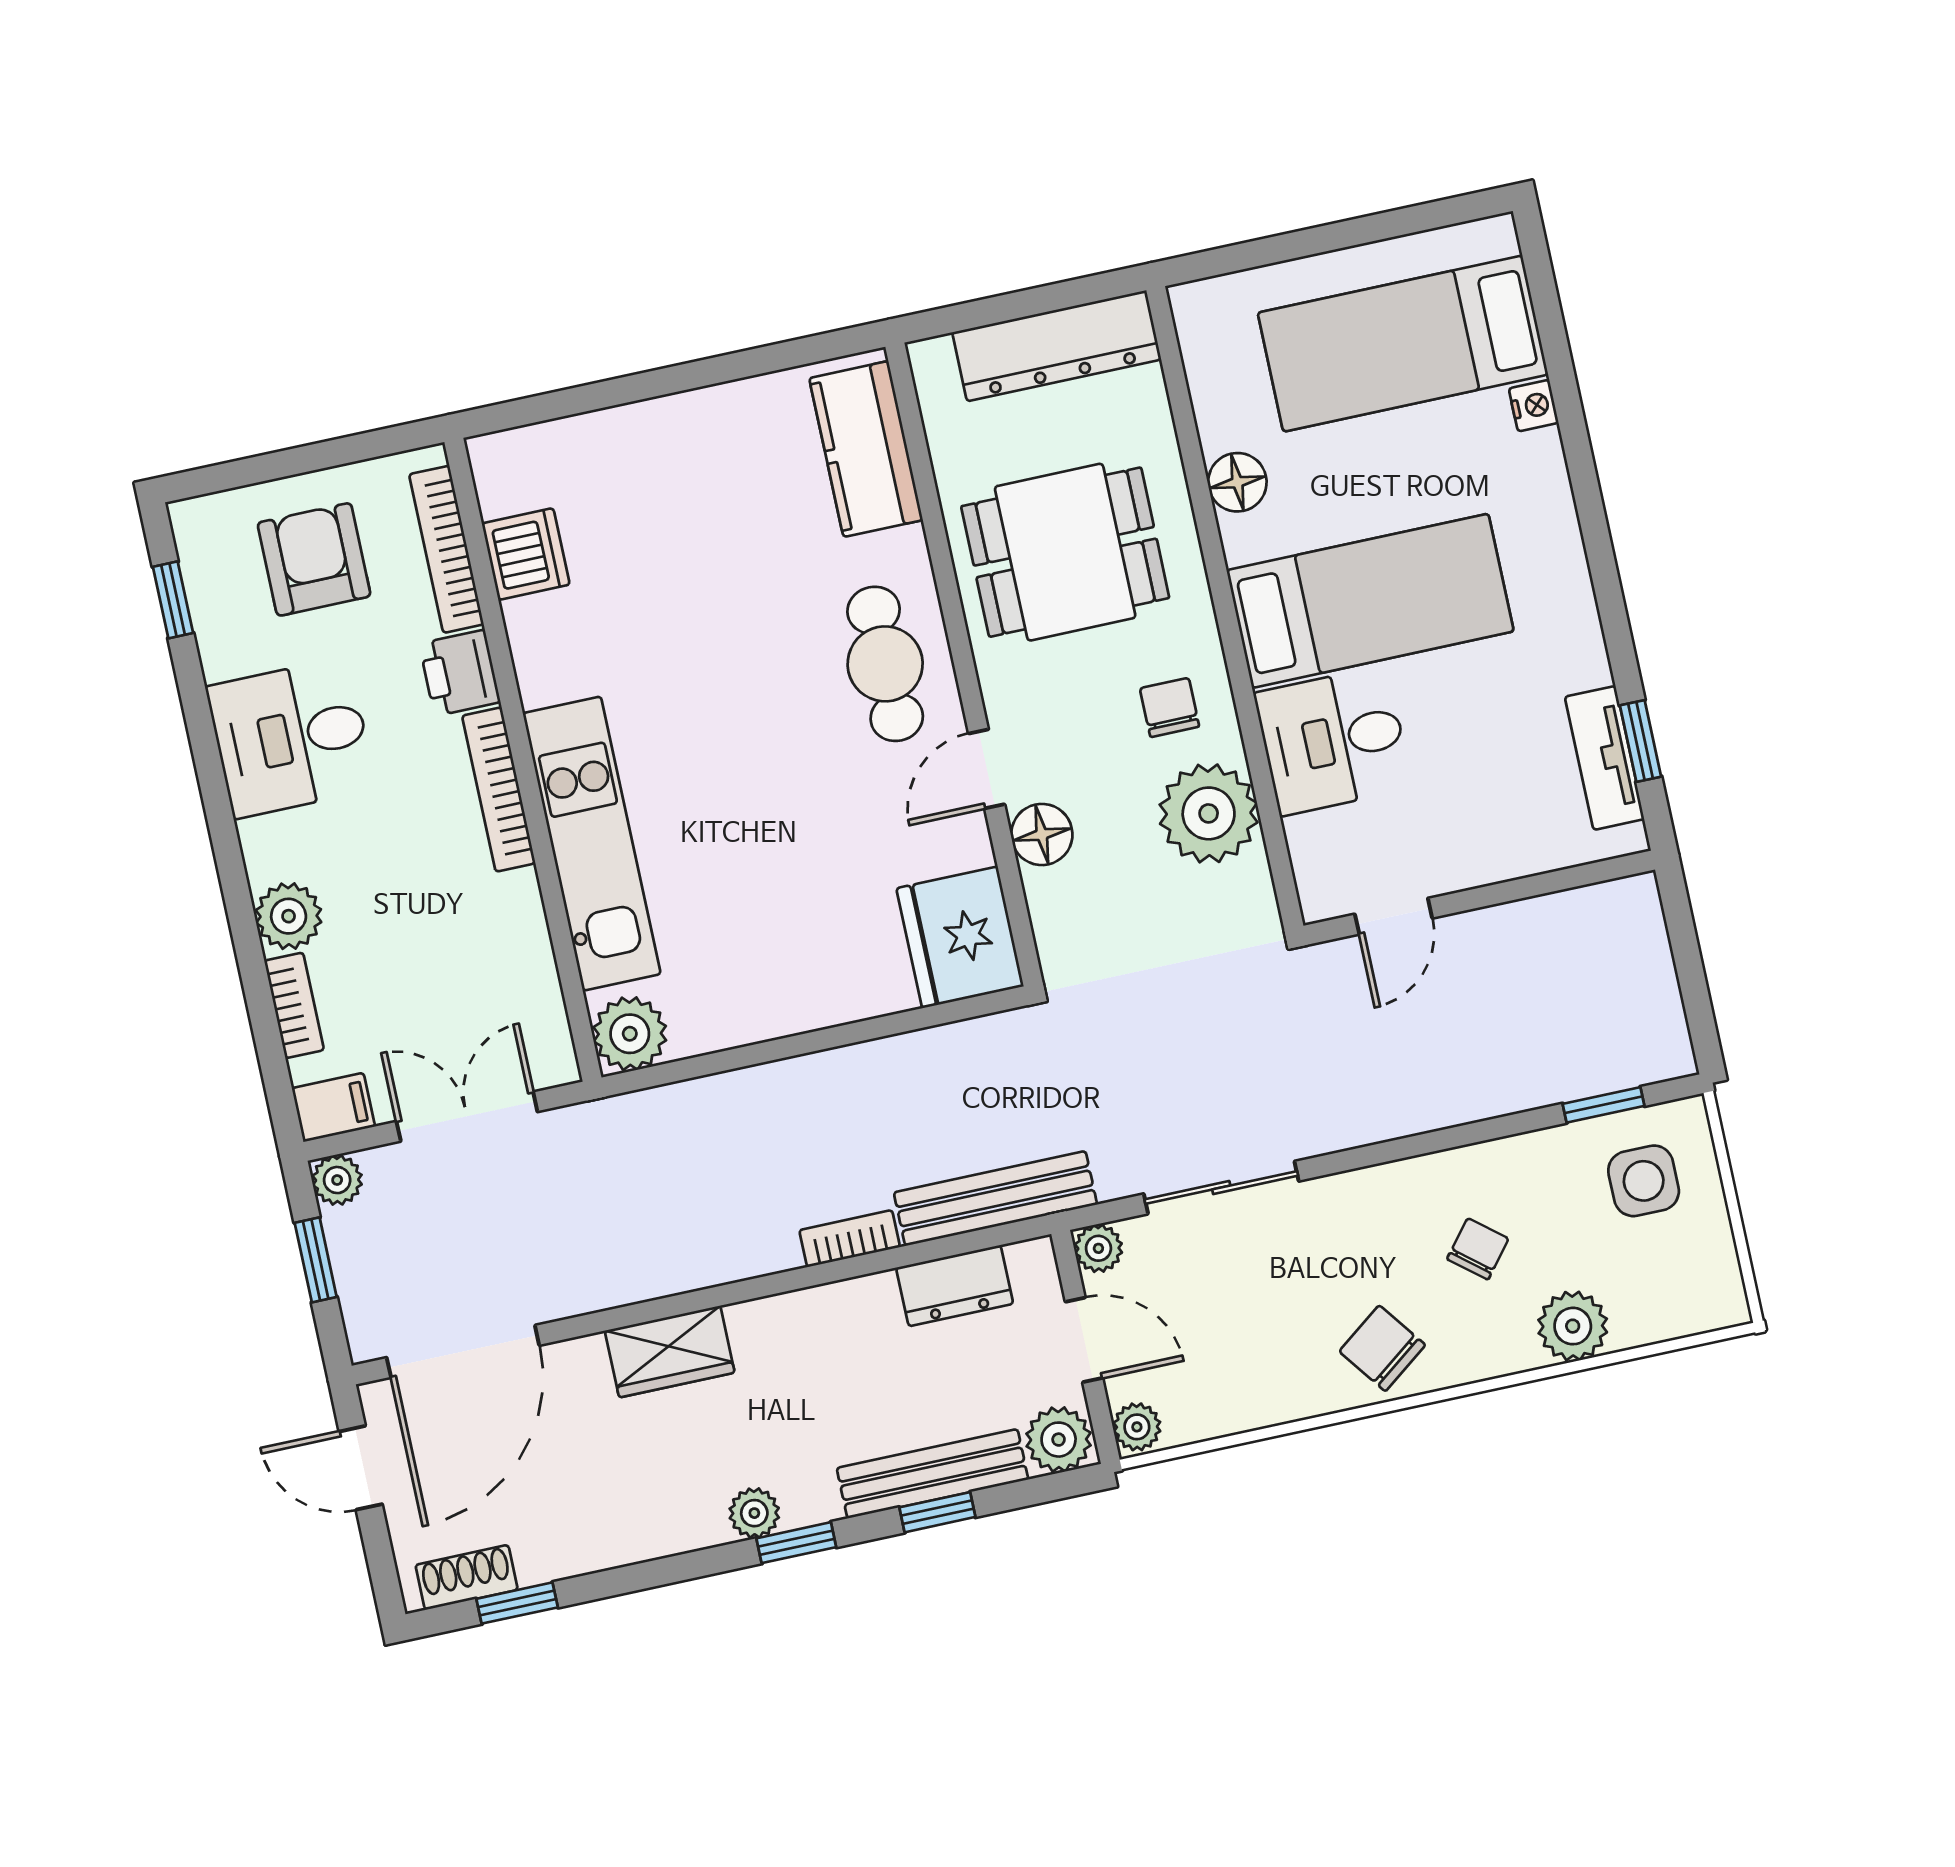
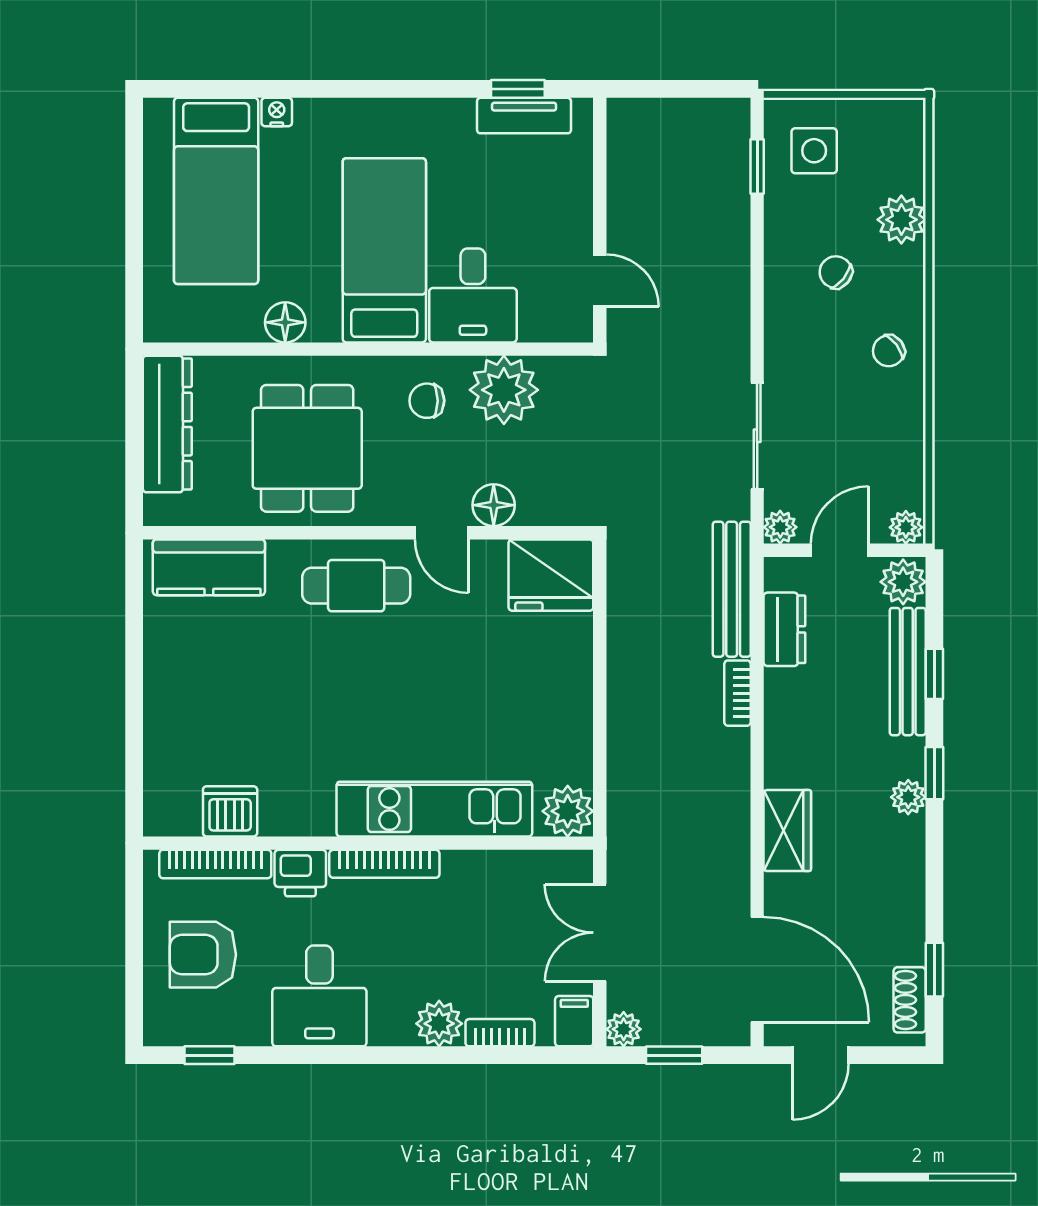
chair: (1382, 1348) -> (889, 351), width x0.73, depth x0.73

